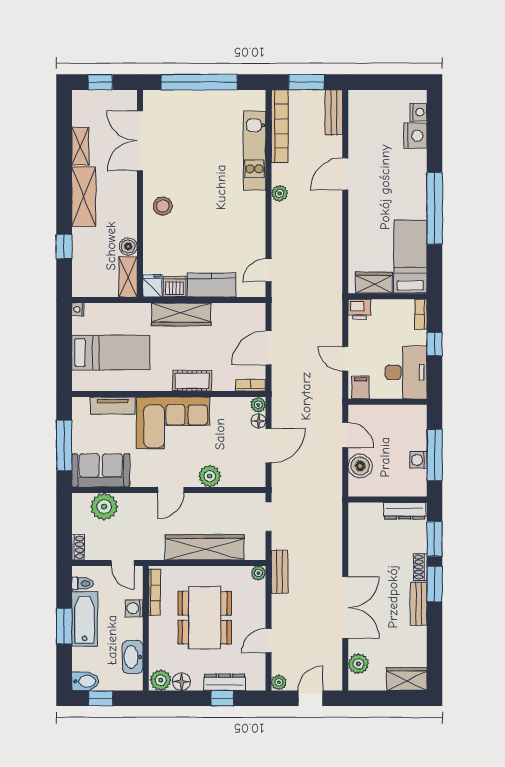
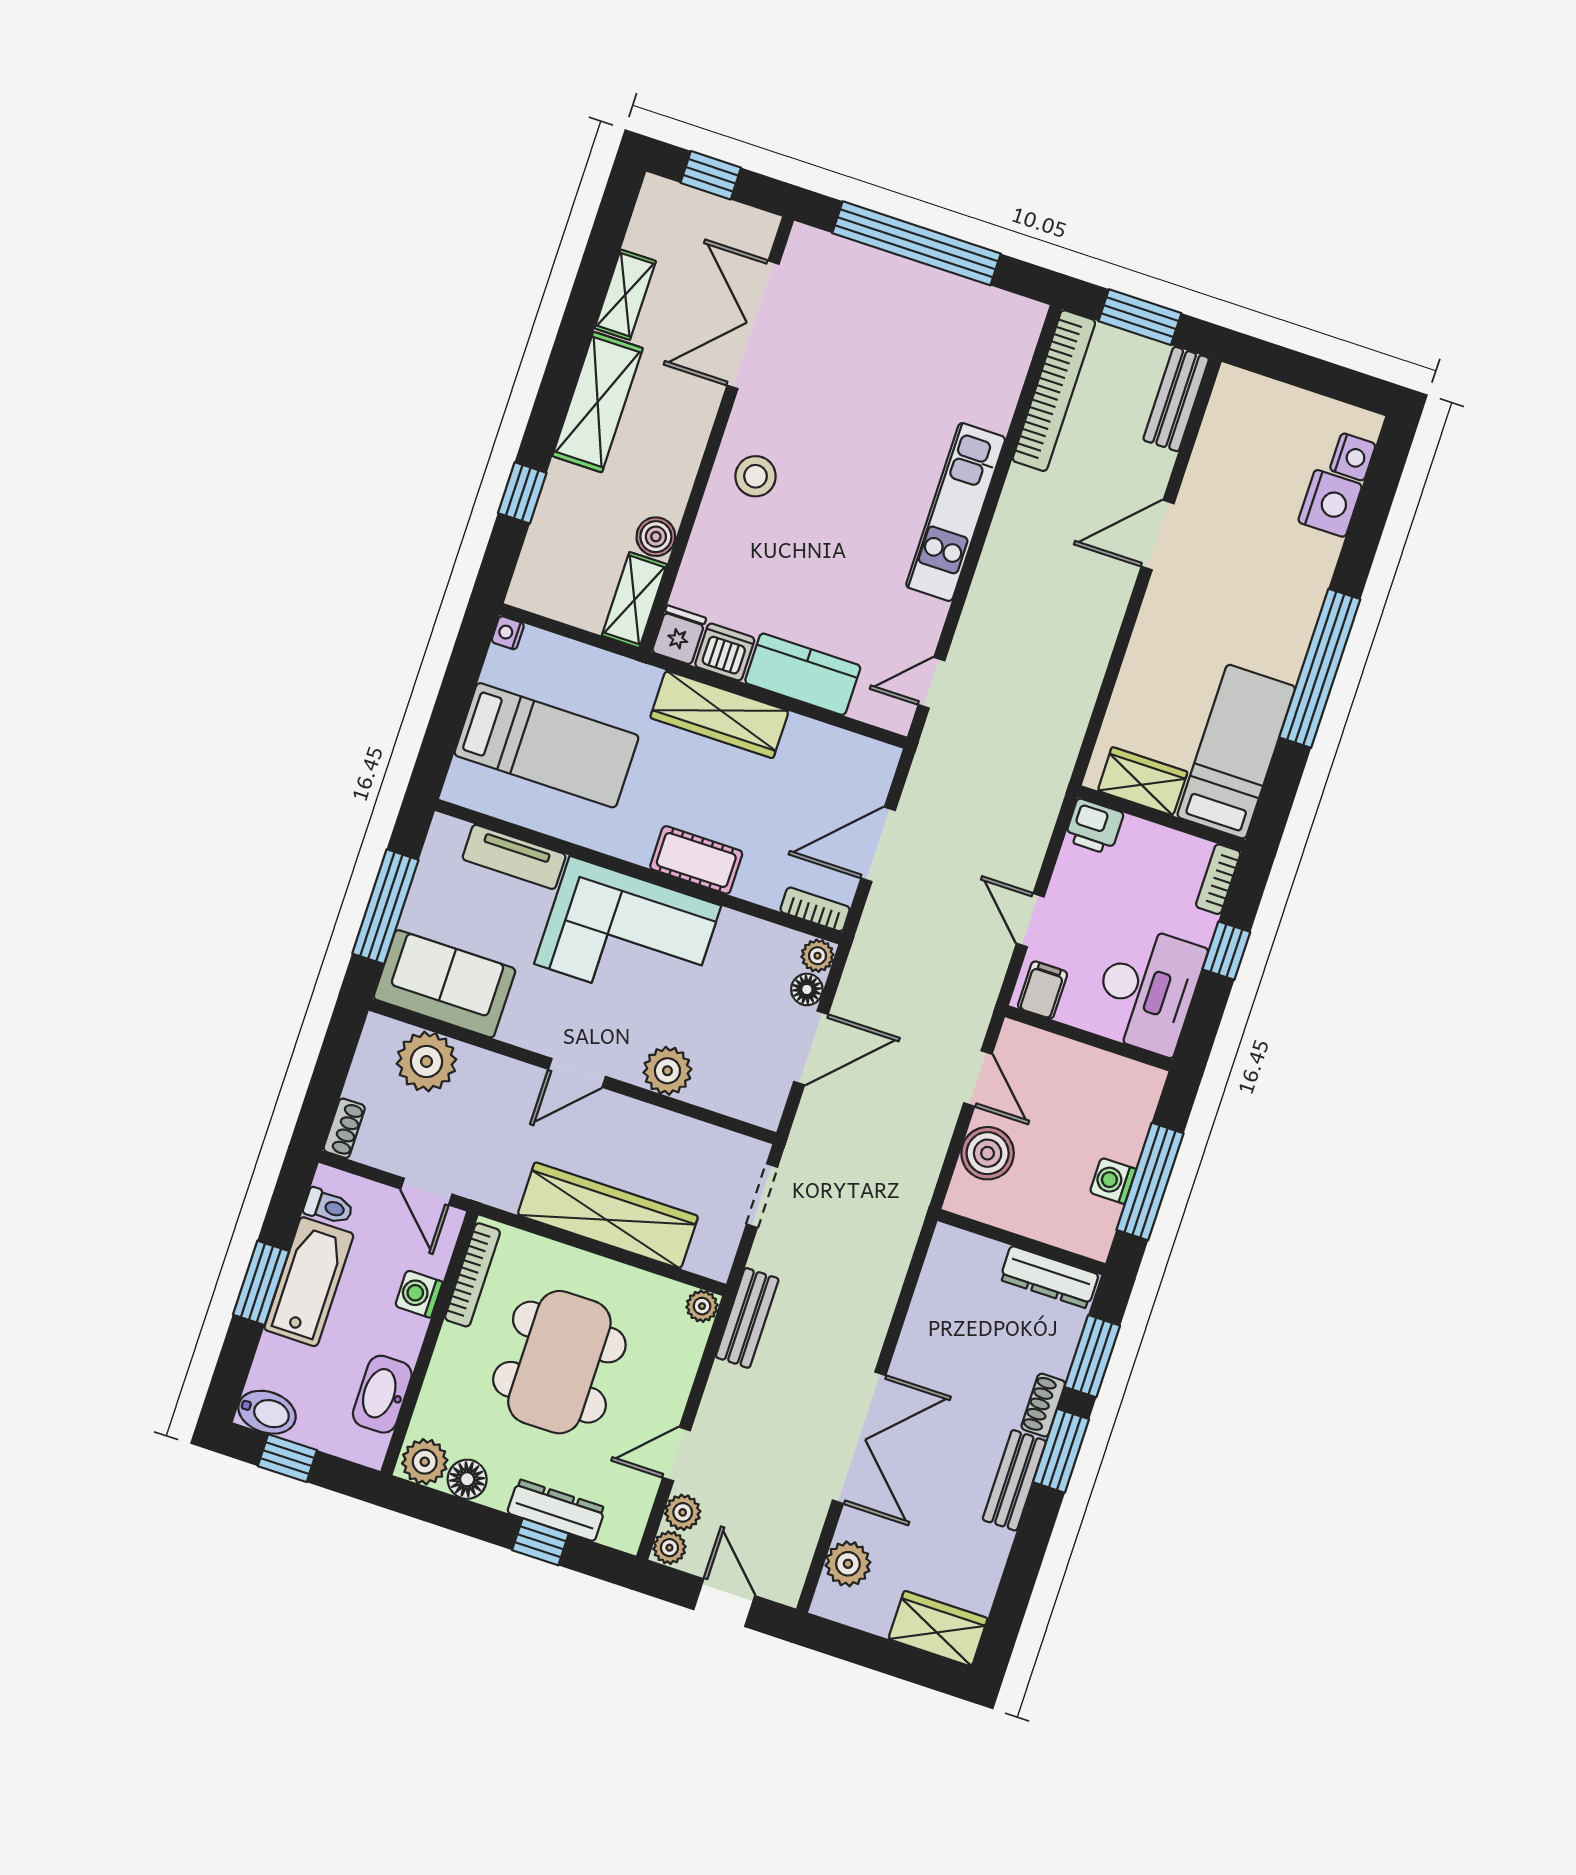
kitchen unit: (255, 151) -> (956, 512), moved
plant: (280, 193) -> (683, 1512), moved
door: (311, 698) -> (724, 1603), hinge flipped

